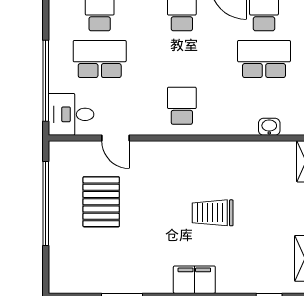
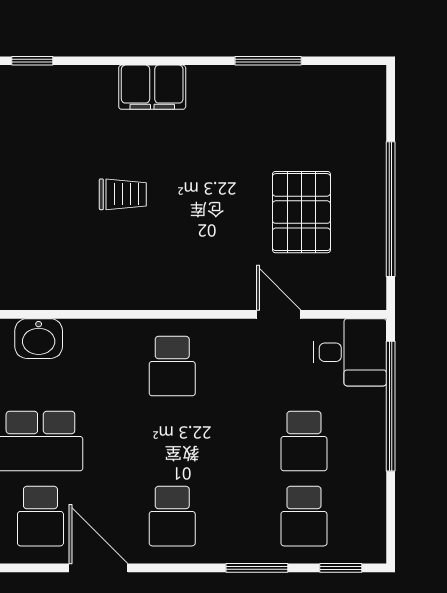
school desk: (100, 59) -> (304, 441), width x0.54
washbasin: (269, 127) -> (39, 339), width x1.38, depth x1.45
trolley: (213, 213) -> (123, 194), width x0.73, depth x0.72

